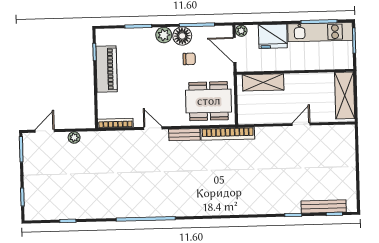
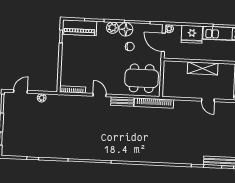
piano: (106, 69) -> (79, 28), moved, turned 90
shelving: (263, 82) -> (203, 68), moved
door: (301, 124) -> (208, 100), swing flipped

